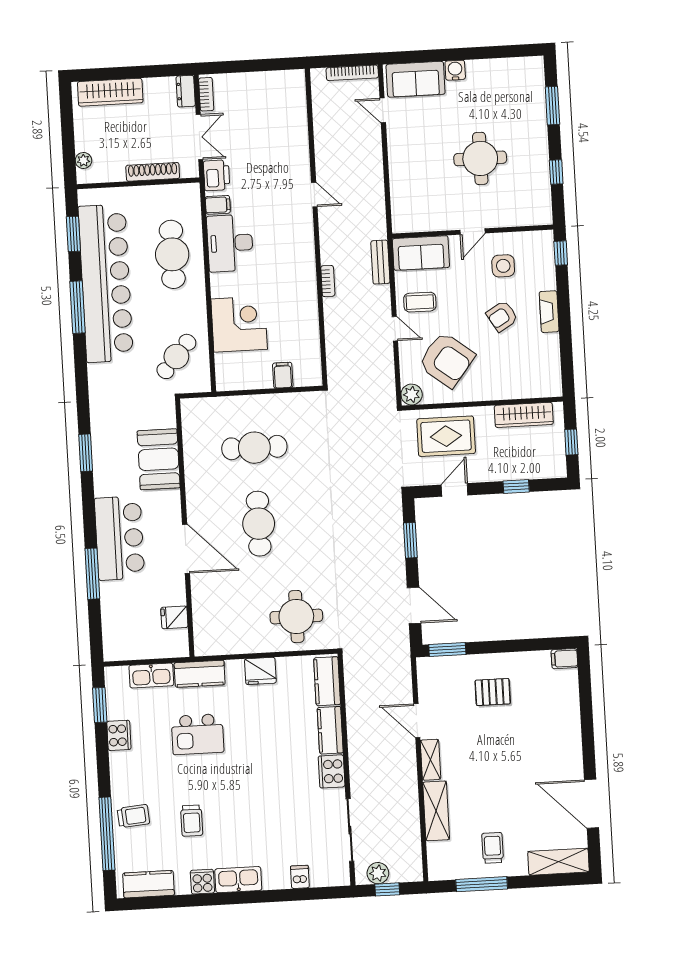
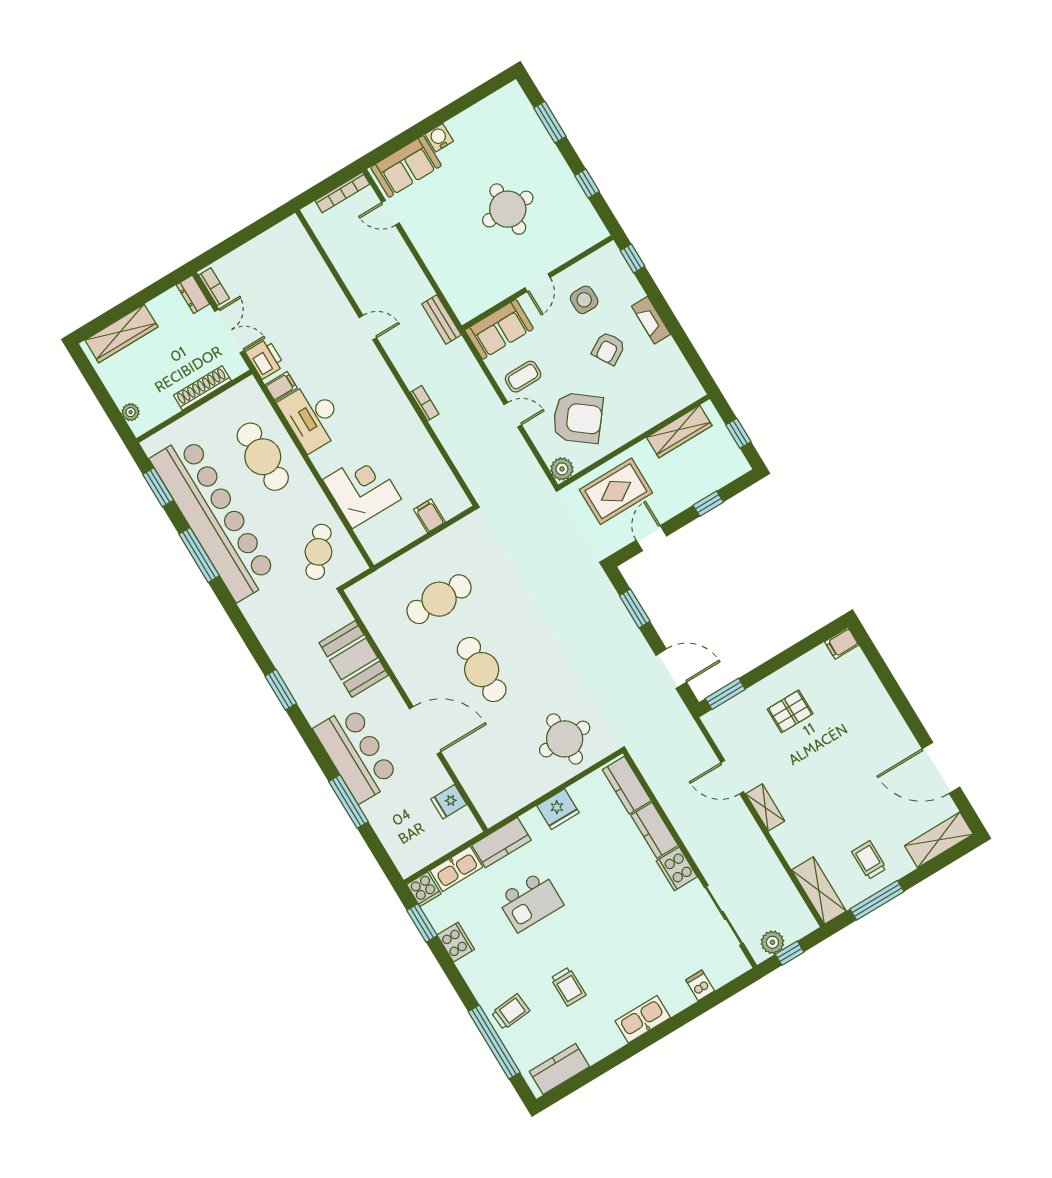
bench: (380, 262) -> (441, 319), moved
shelving: (436, 811) -> (819, 890), moved
cooker: (202, 882) -> (424, 889), moved, turned 180

